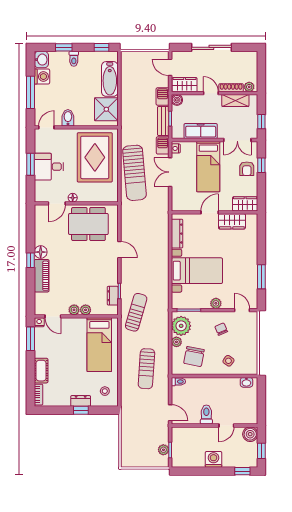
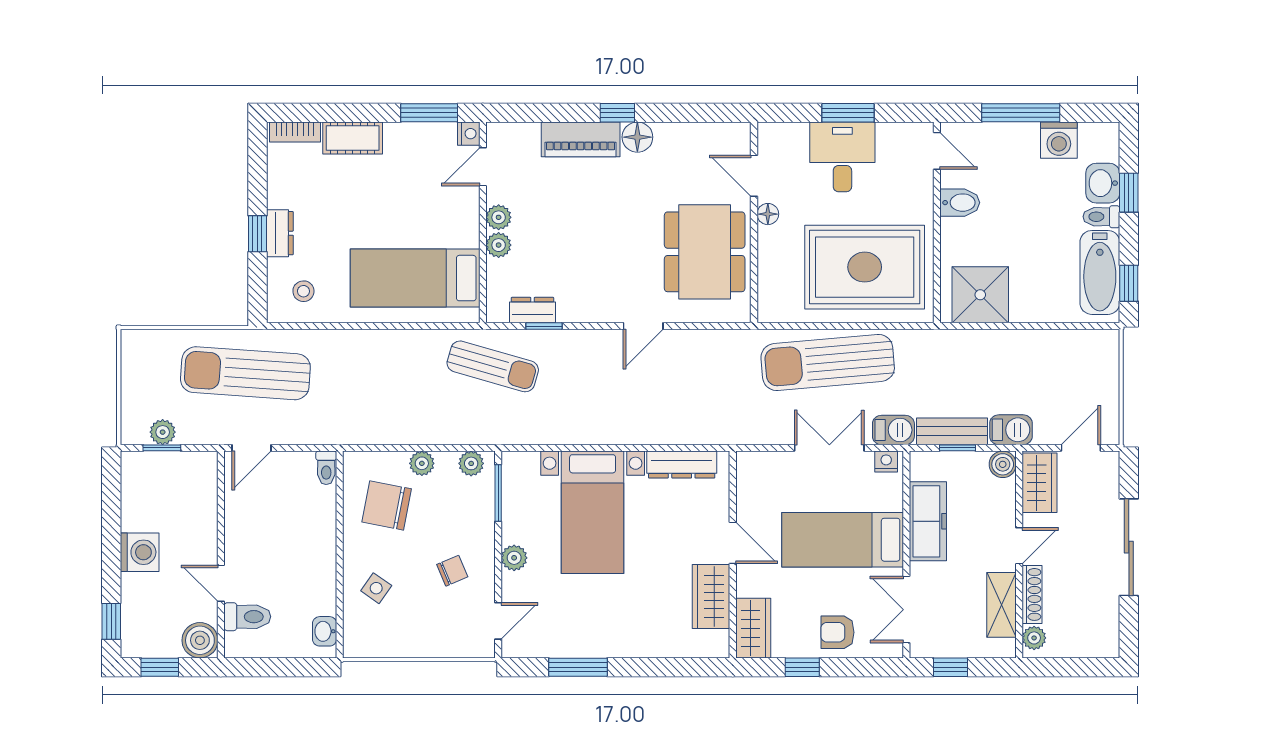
washbasin: (41, 60) -> (1103, 183), moved, turned 90
bathtub: (110, 79) -> (1100, 272), moved, turned -90
window: (261, 165) -> (802, 667), moved
plant: (181, 326) -> (471, 463), width x0.53, depth x0.53
sun lounger: (146, 369) -> (245, 373), moved, width x1.36, depth x1.34
toilet: (206, 414) -> (247, 617), moved

